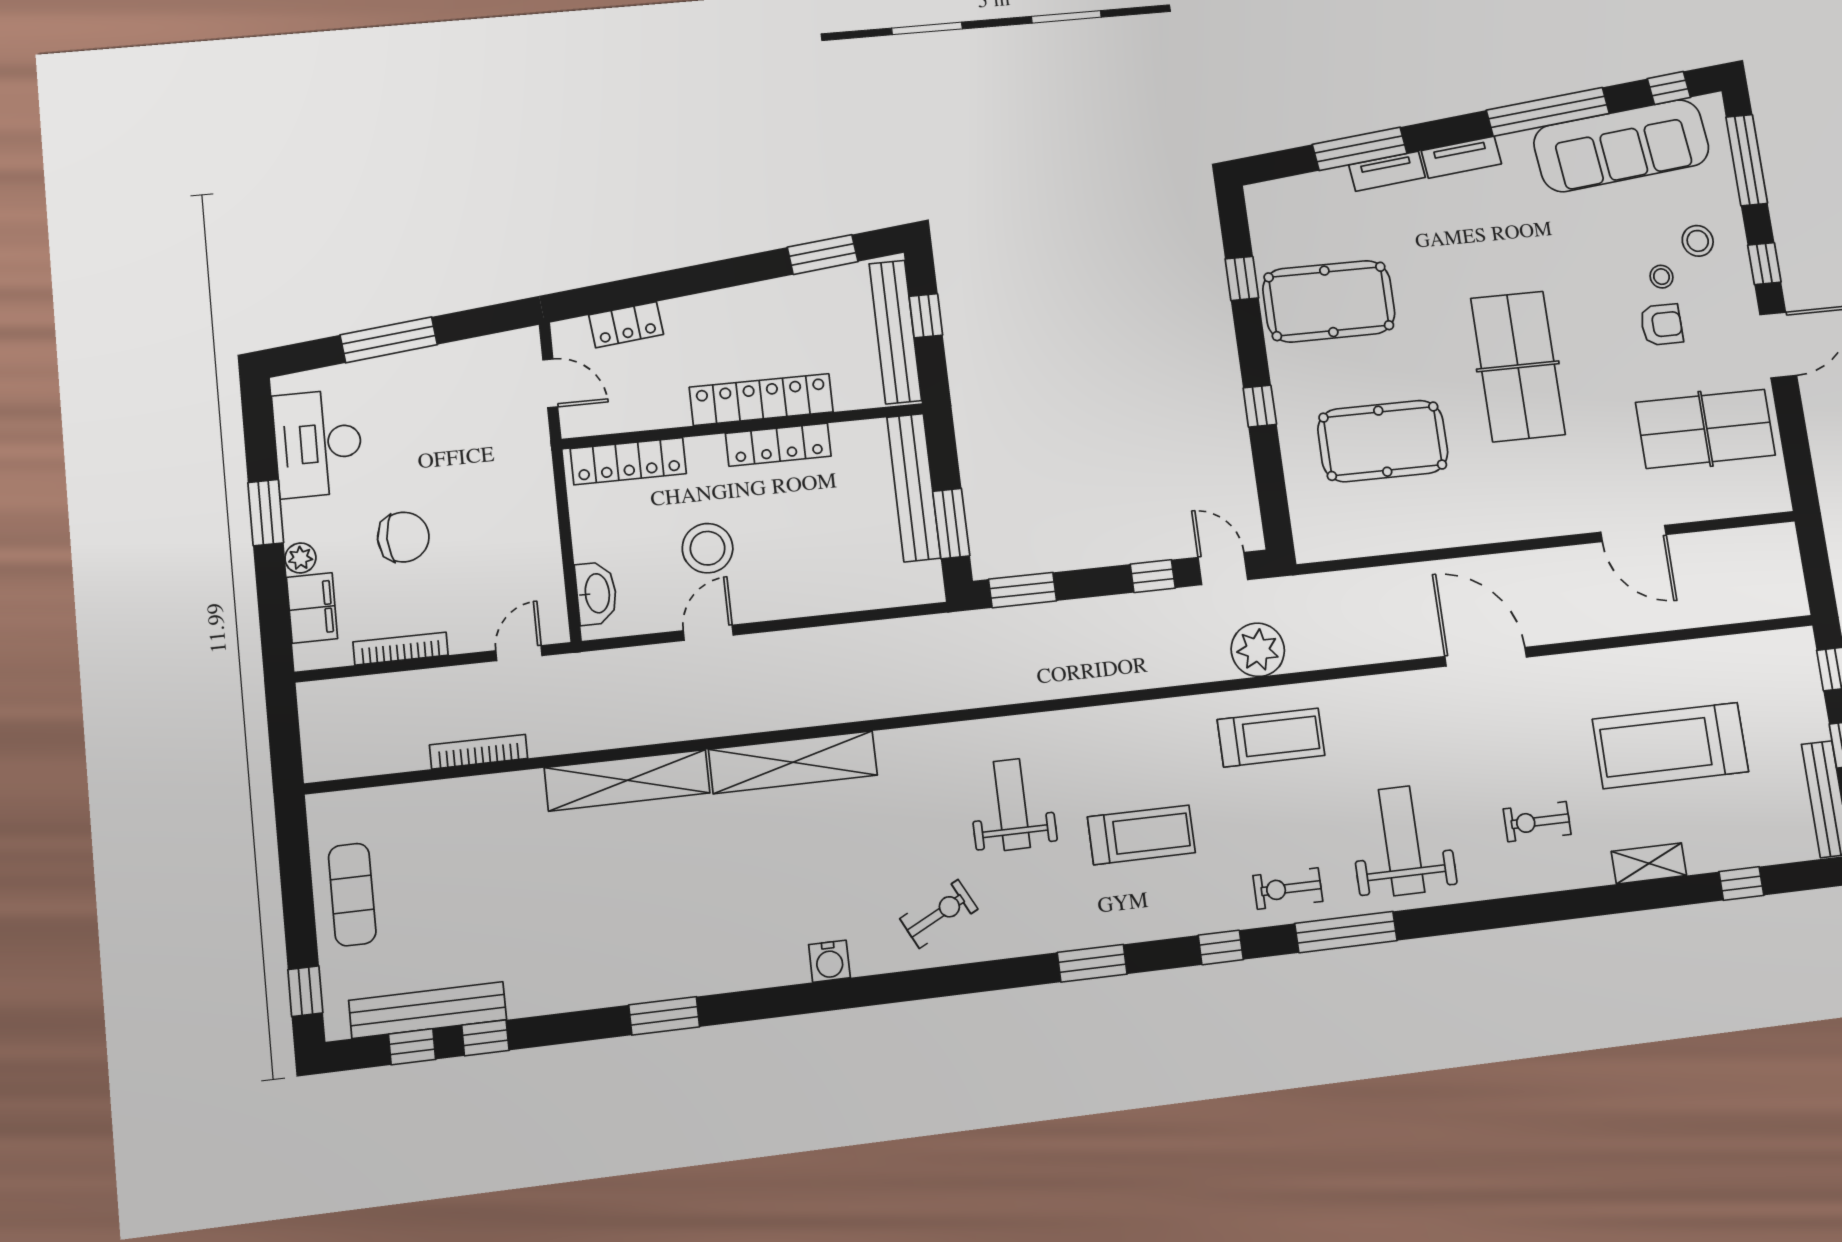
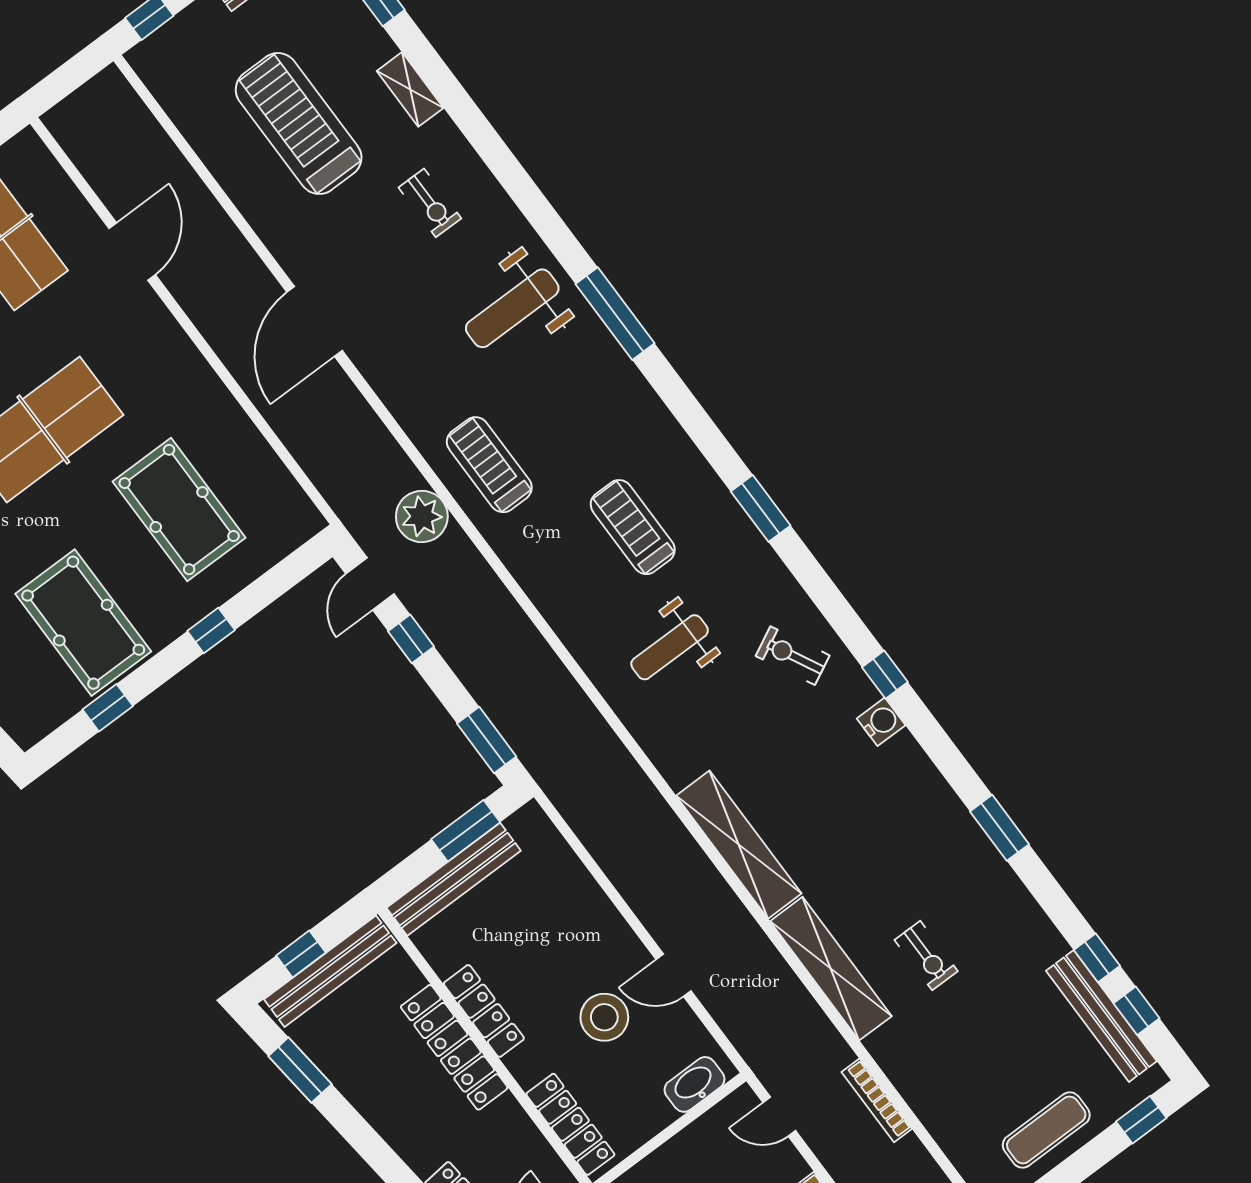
treadmill: (1670, 745) -> (299, 124), turned 180
exercise bike: (1288, 888) -> (926, 956), moved
window: (1221, 947) -> (885, 675), moved

